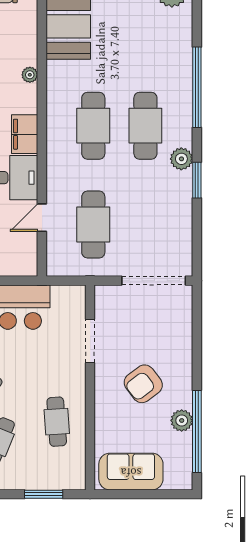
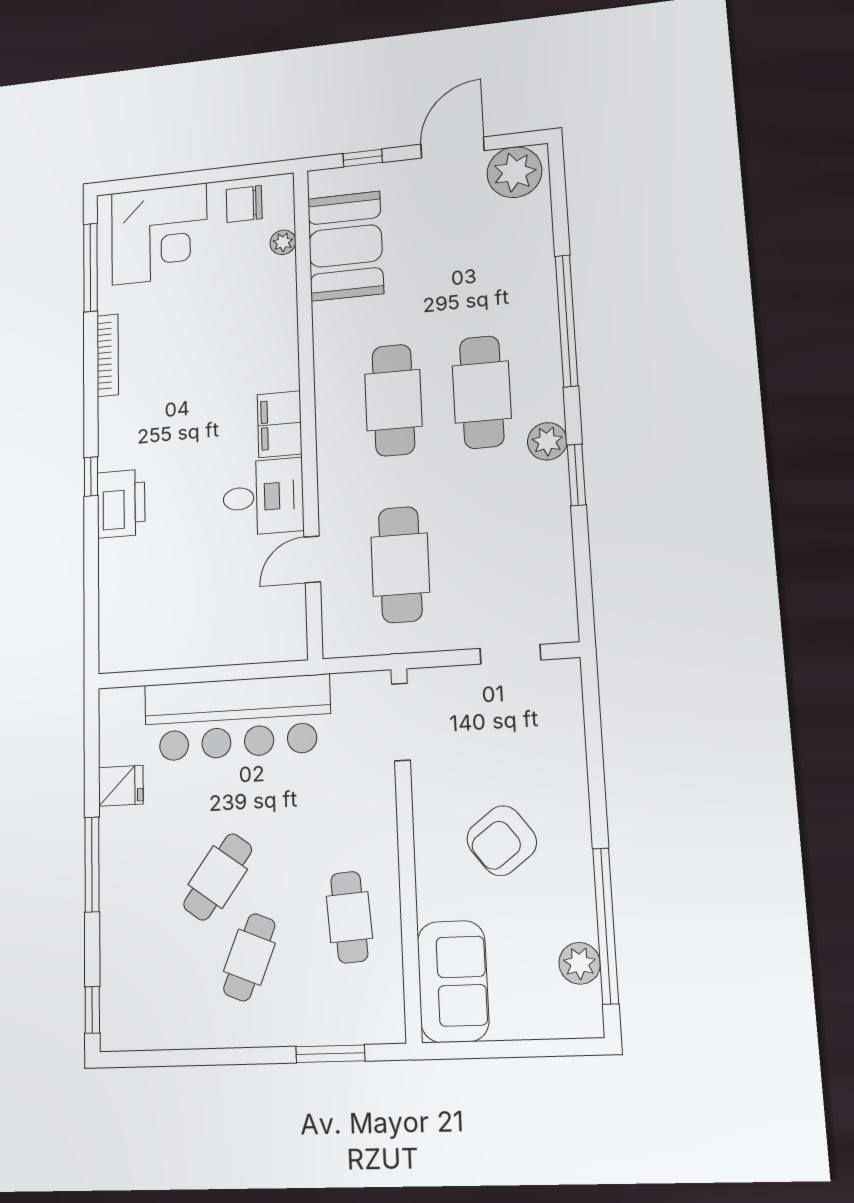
plant: (30, 75) -> (283, 242), moved
doorway: (154, 281) -> (510, 654), width x0.53
doorway: (90, 341) -> (401, 722), moved
plant: (182, 420) -> (580, 963), moved
sofa: (131, 472) -> (453, 981), moved, turned 90

